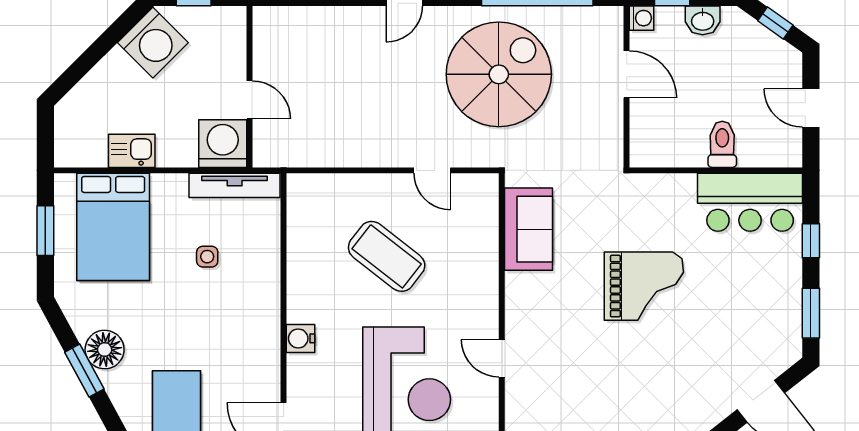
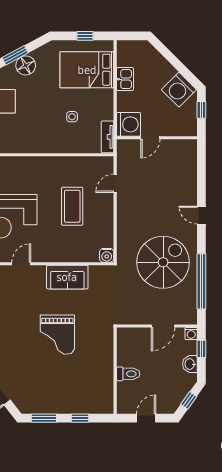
spiral stairs: (499, 74) -> (163, 262), turned -90
door: (432, 170) -> (115, 183), moved
tv unit: (235, 185) -> (108, 137), width x0.71
bar counter: (750, 202) -> (99, 388), removed
sofa: (528, 229) -> (67, 277), moved
window: (45, 231) -> (85, 36), width x0.67
coffee table: (387, 256) -> (72, 206), turned -38
water cooler: (300, 338) -> (107, 255), moved, turned 180

